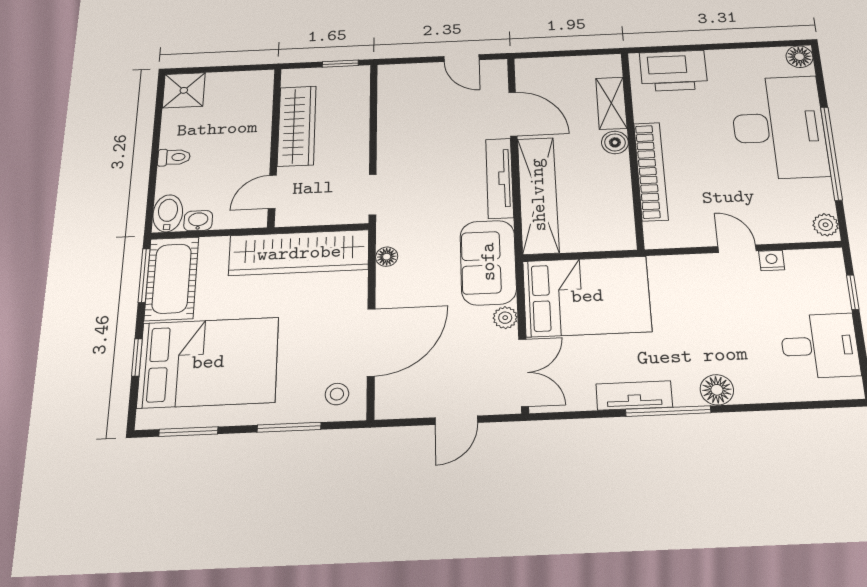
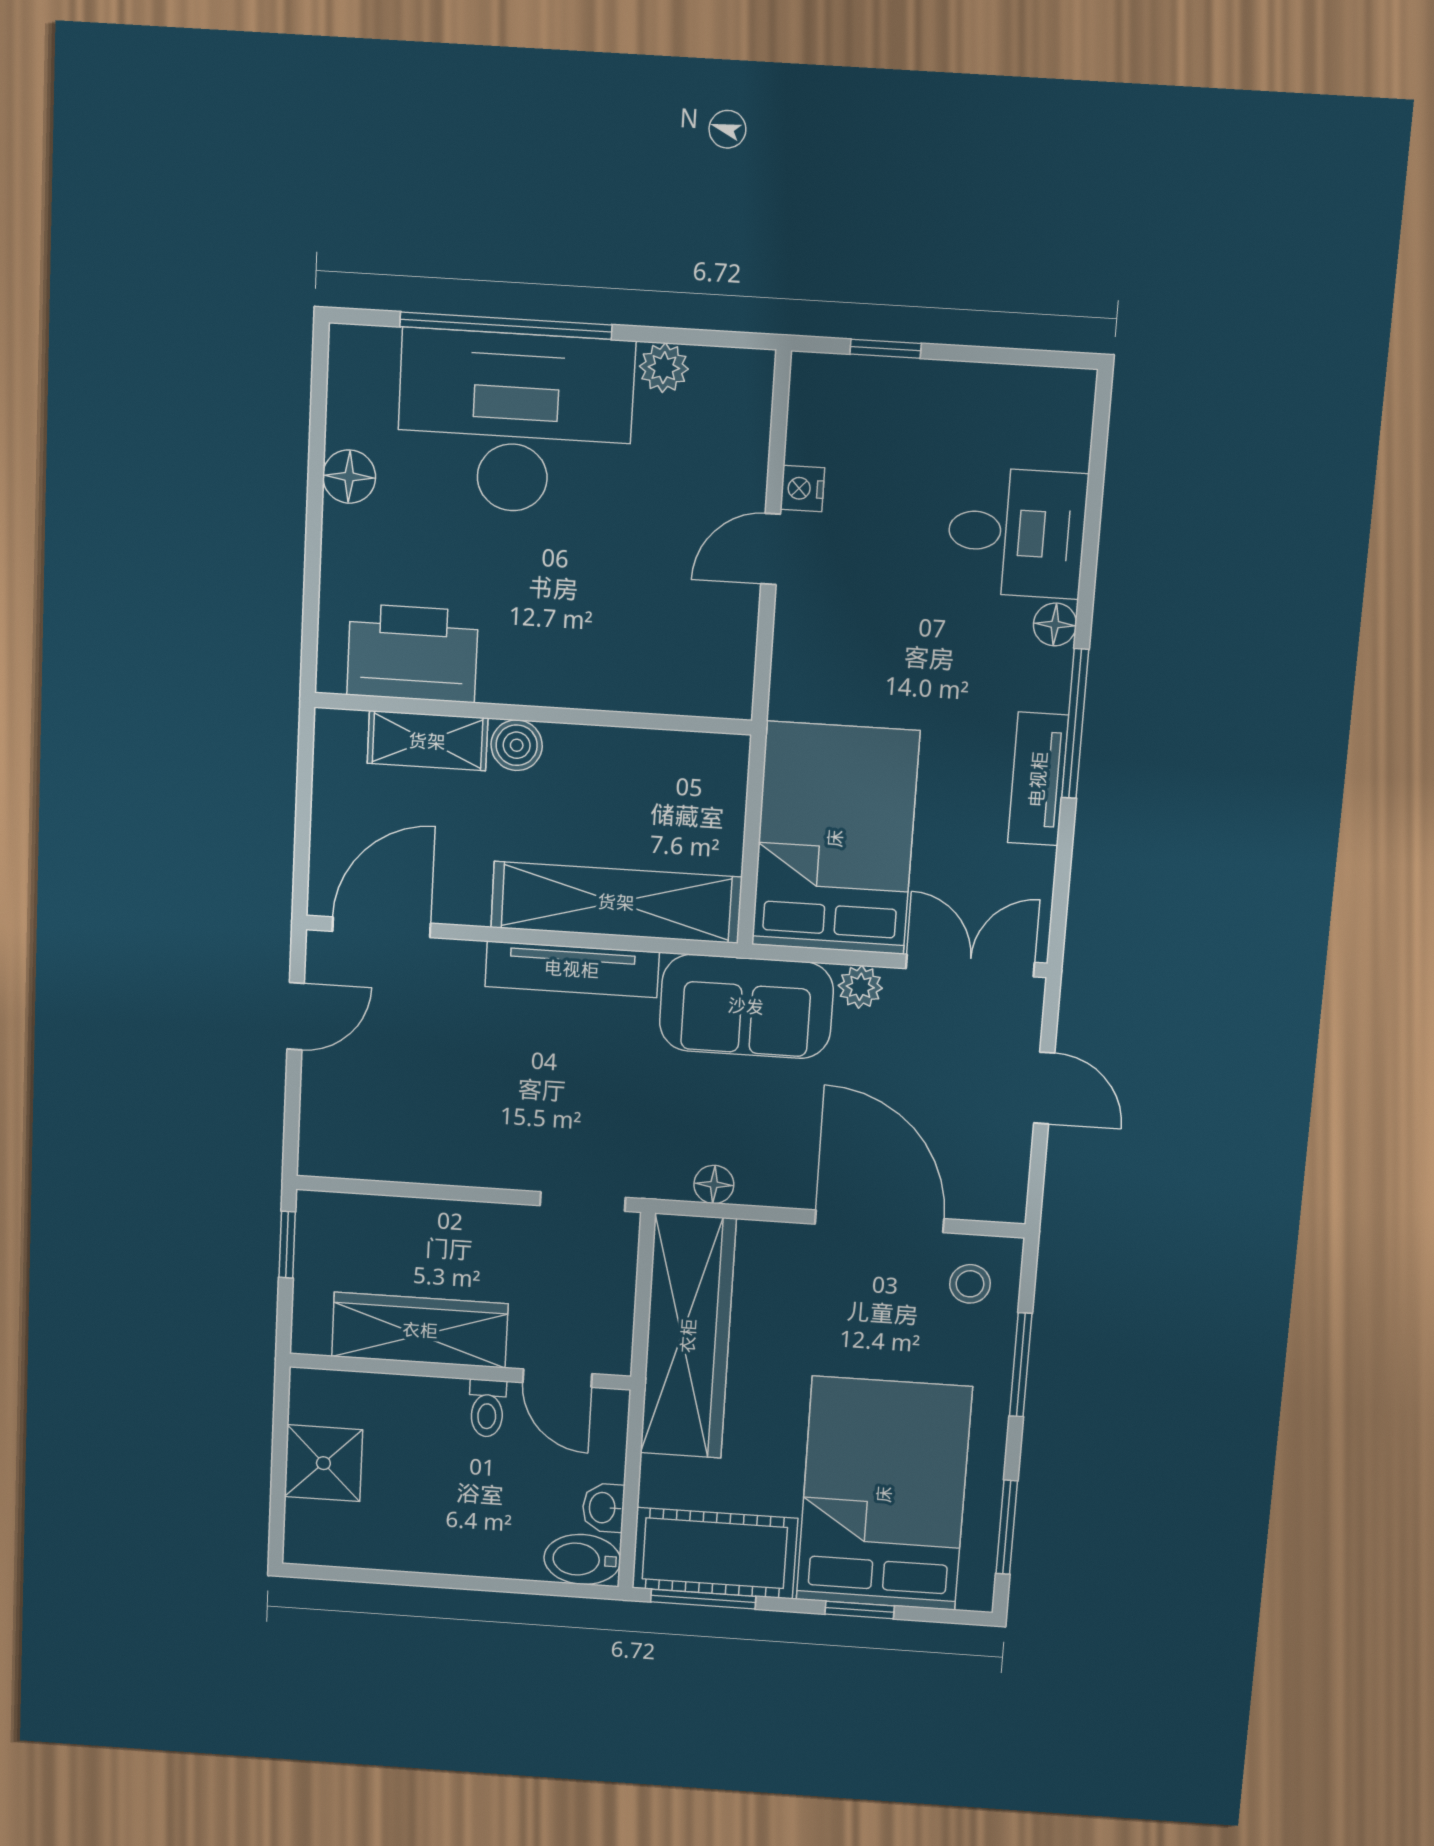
floor lamp: (799, 57) -> (349, 477), moved
printer: (673, 71) -> (412, 653), moved, turned -90
shower: (184, 90) -> (323, 1463), moved
door: (513, 114) -> (381, 927), moved
window: (831, 153) -> (506, 326), moved
toilet: (174, 157) -> (487, 1408), moved, turned 180
bookcase: (651, 171) -> (587, 686), removed
plant: (826, 225) -> (664, 368), moved
desk: (820, 346) -> (1017, 533), moved, turned 90
floor lamp: (717, 390) -> (1055, 624), width x0.73, depth x0.73

